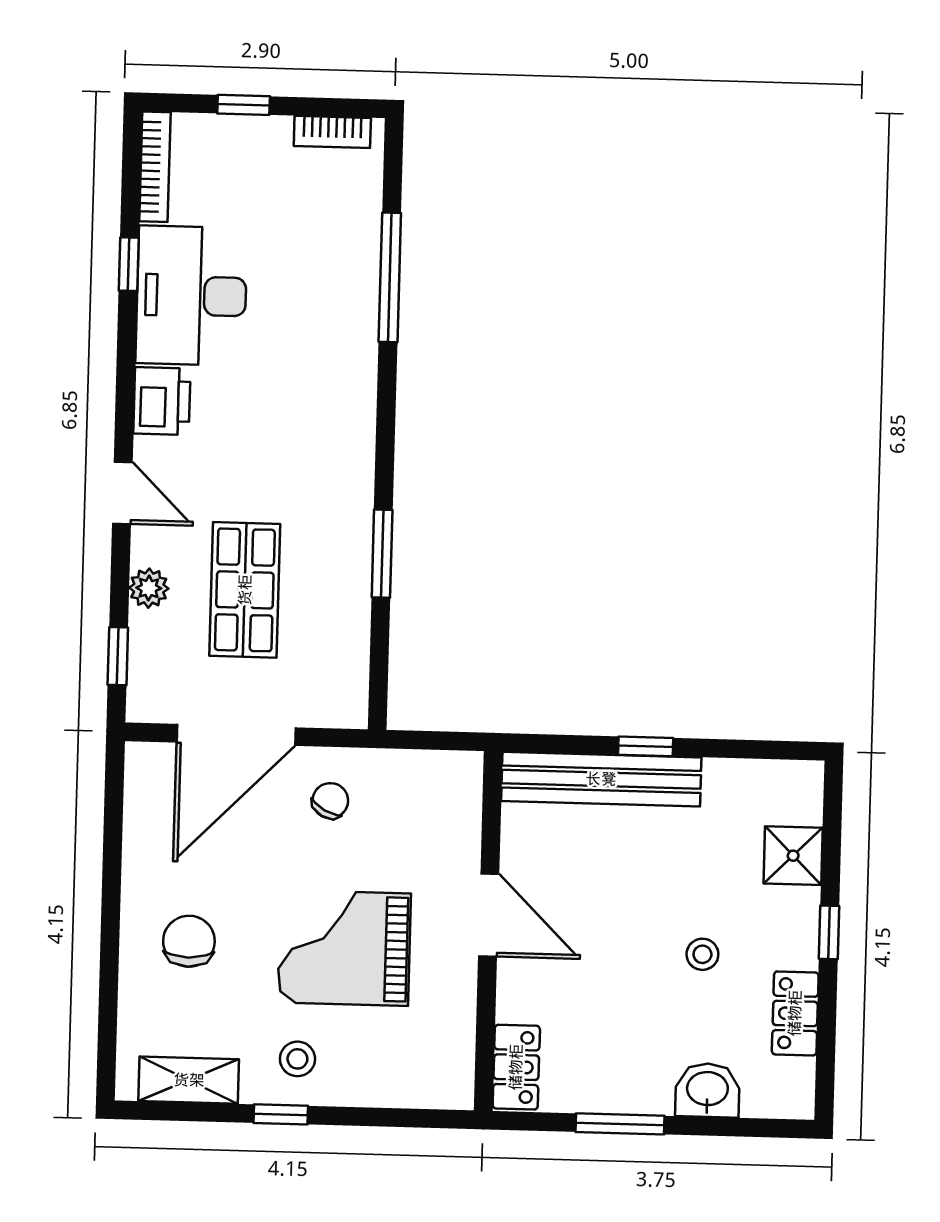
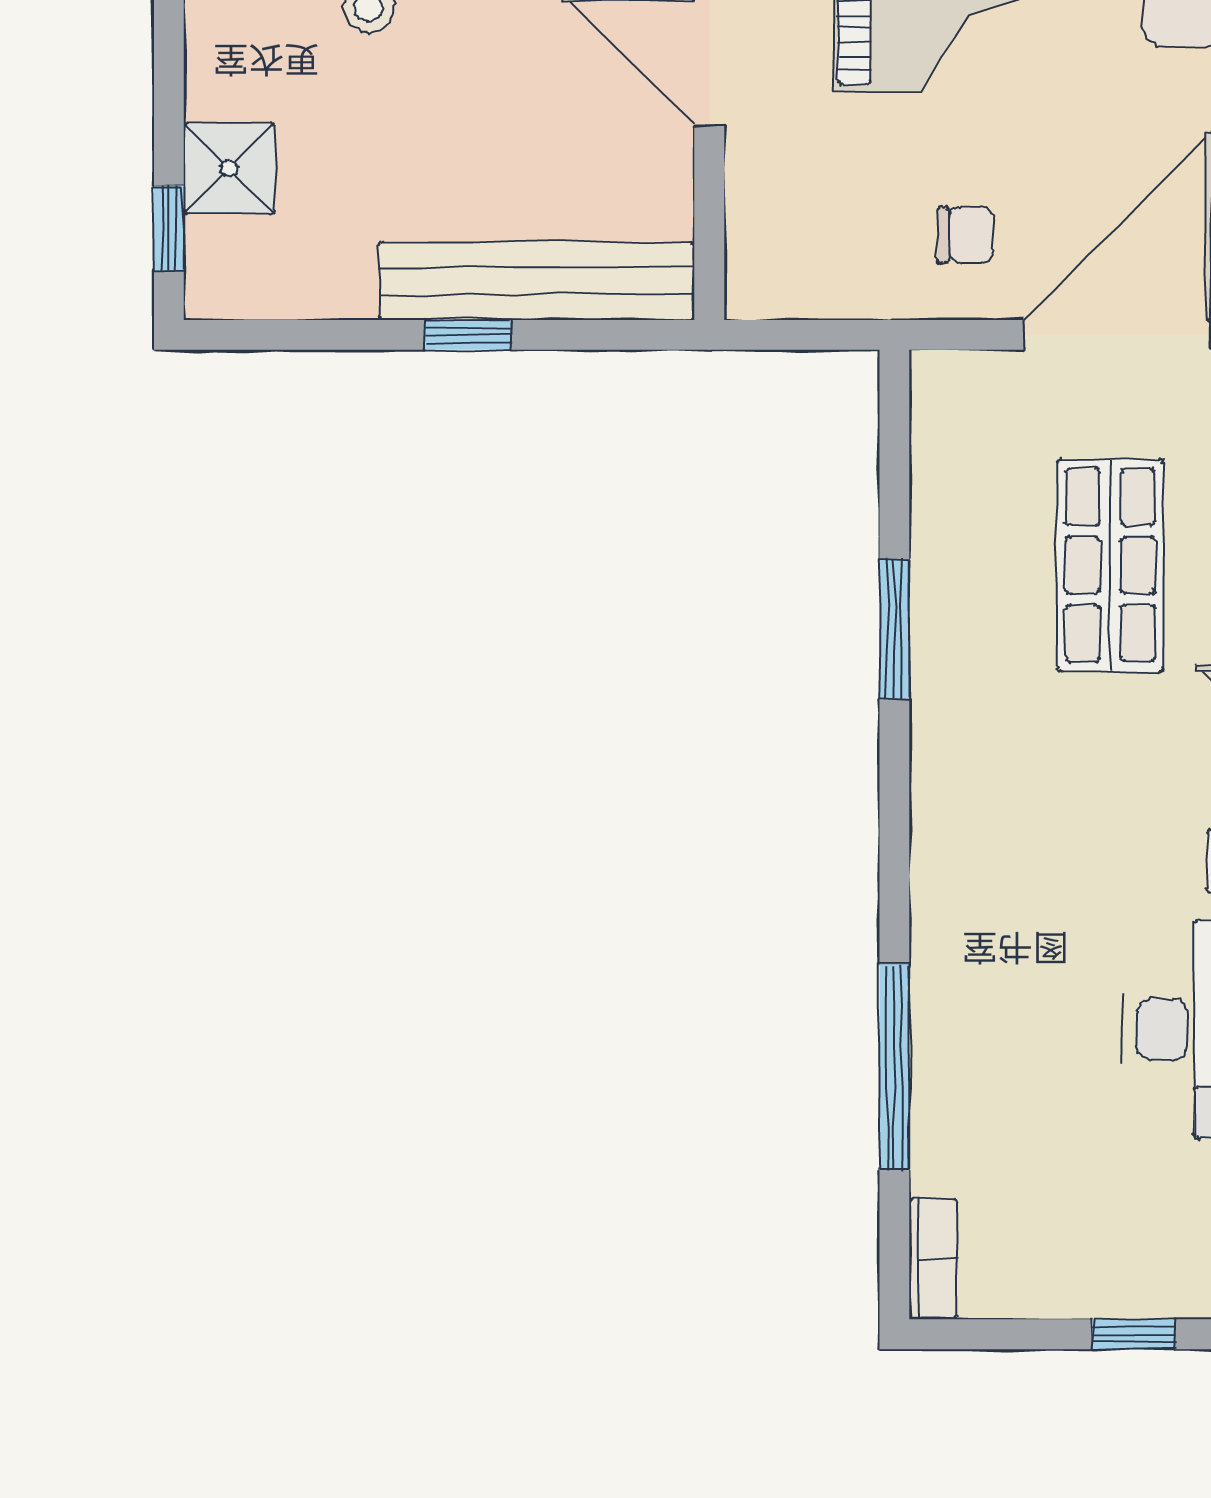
bookcase: (332, 132) -> (933, 1259), moved, turned 90
chair: (330, 801) -> (966, 235), turned -119
window: (829, 932) -> (169, 228), moved

